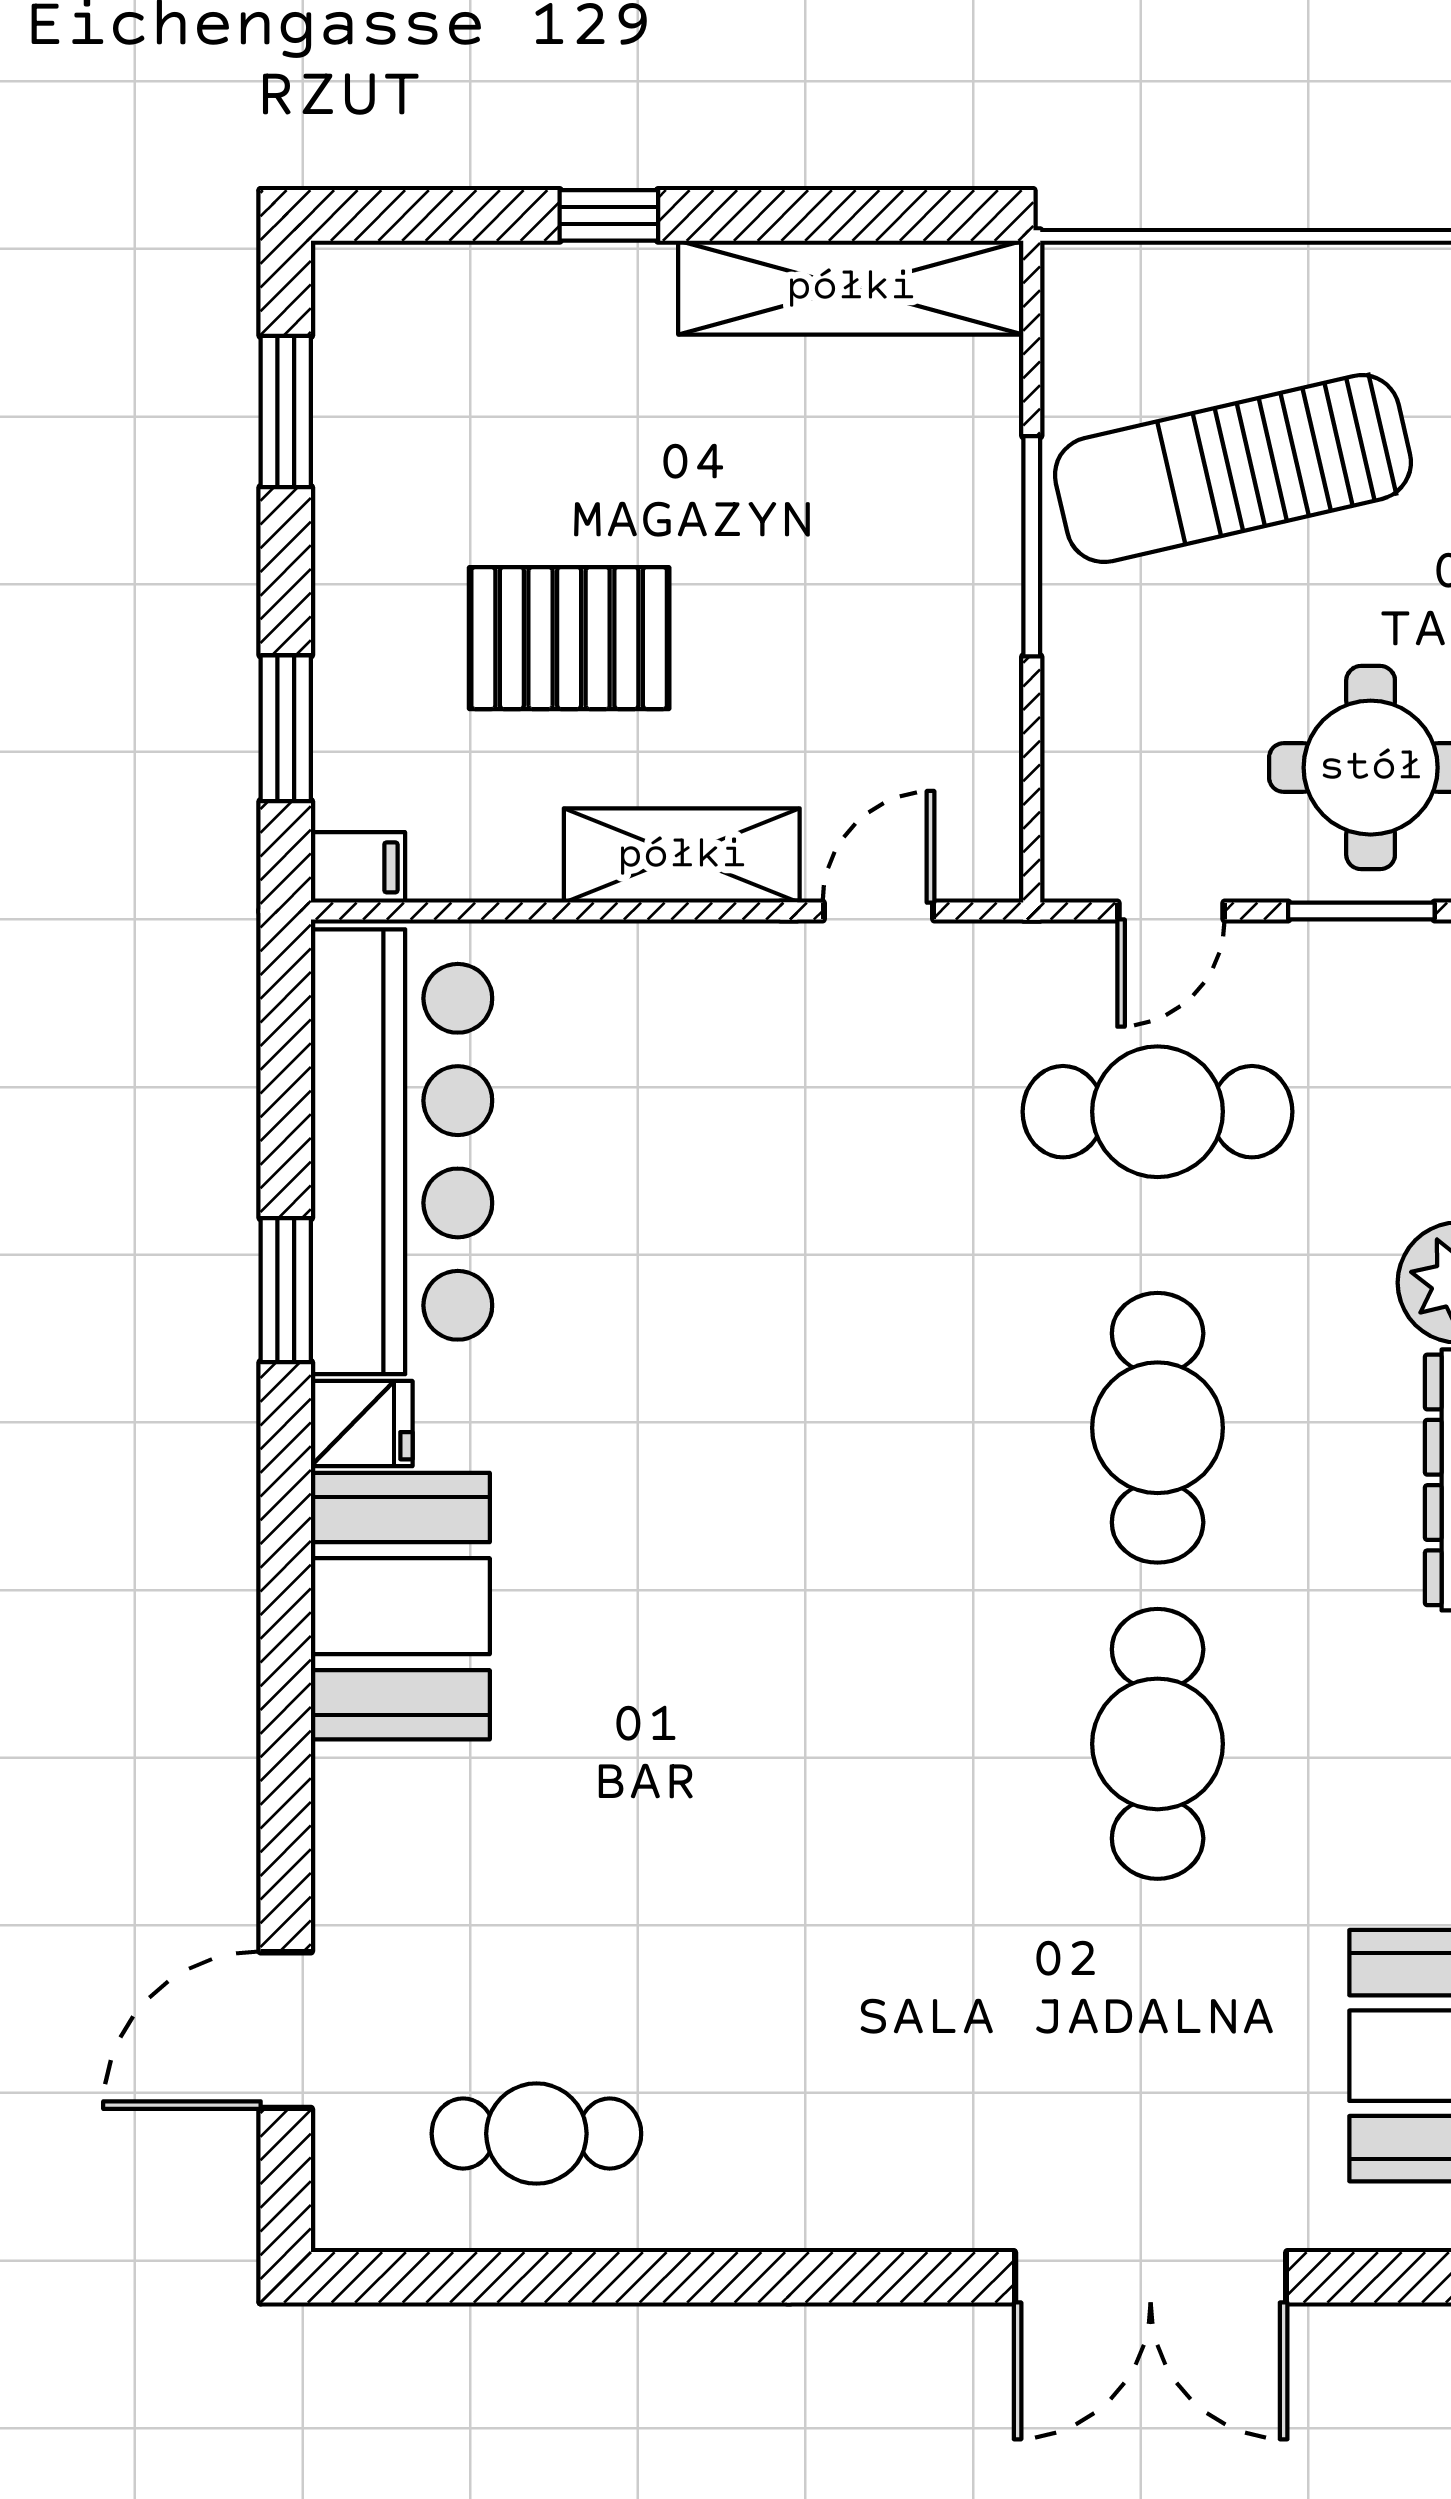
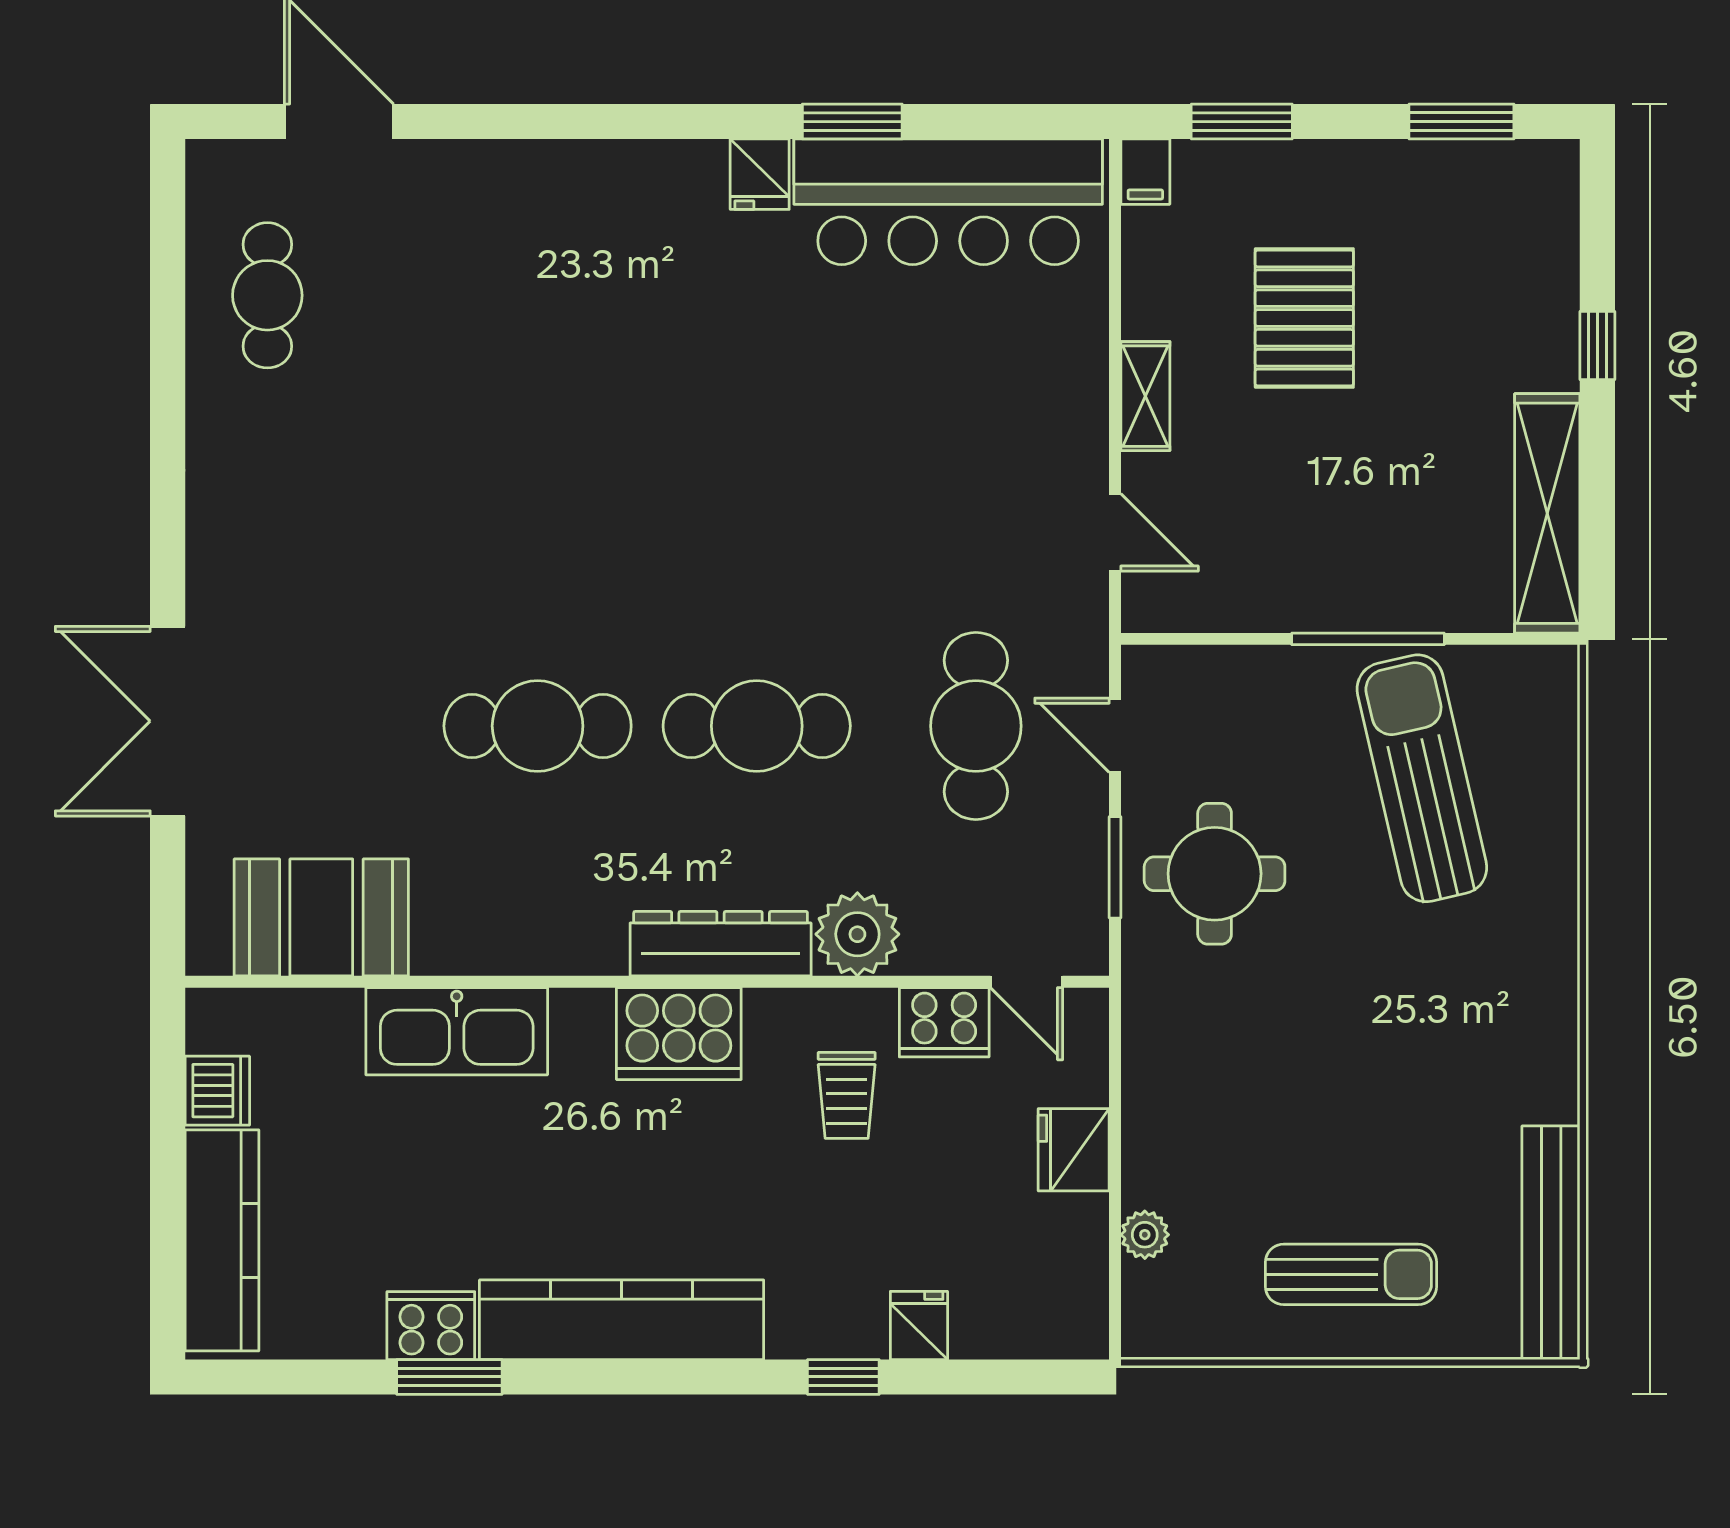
shelving: (682, 856) -> (1145, 396), width x0.67, depth x0.75
booth: (400, 1606) -> (633, 201), removed

